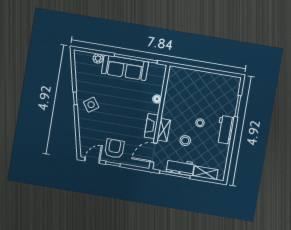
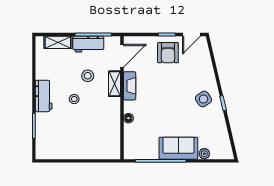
sofa: (125, 68) -> (178, 148), width x0.73

